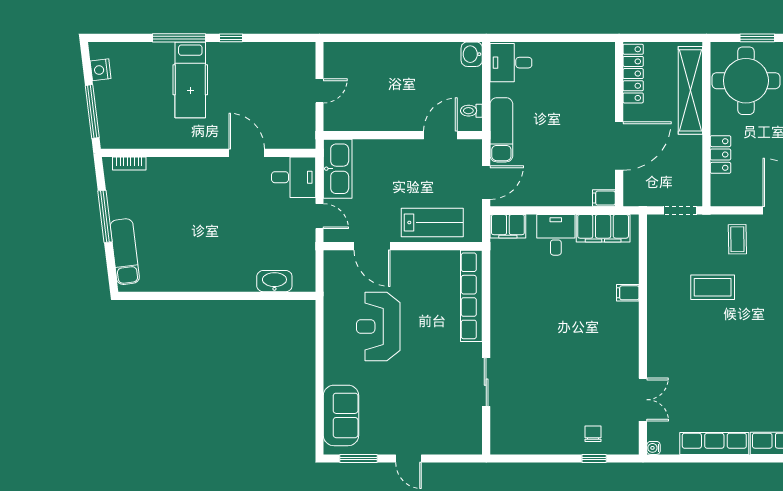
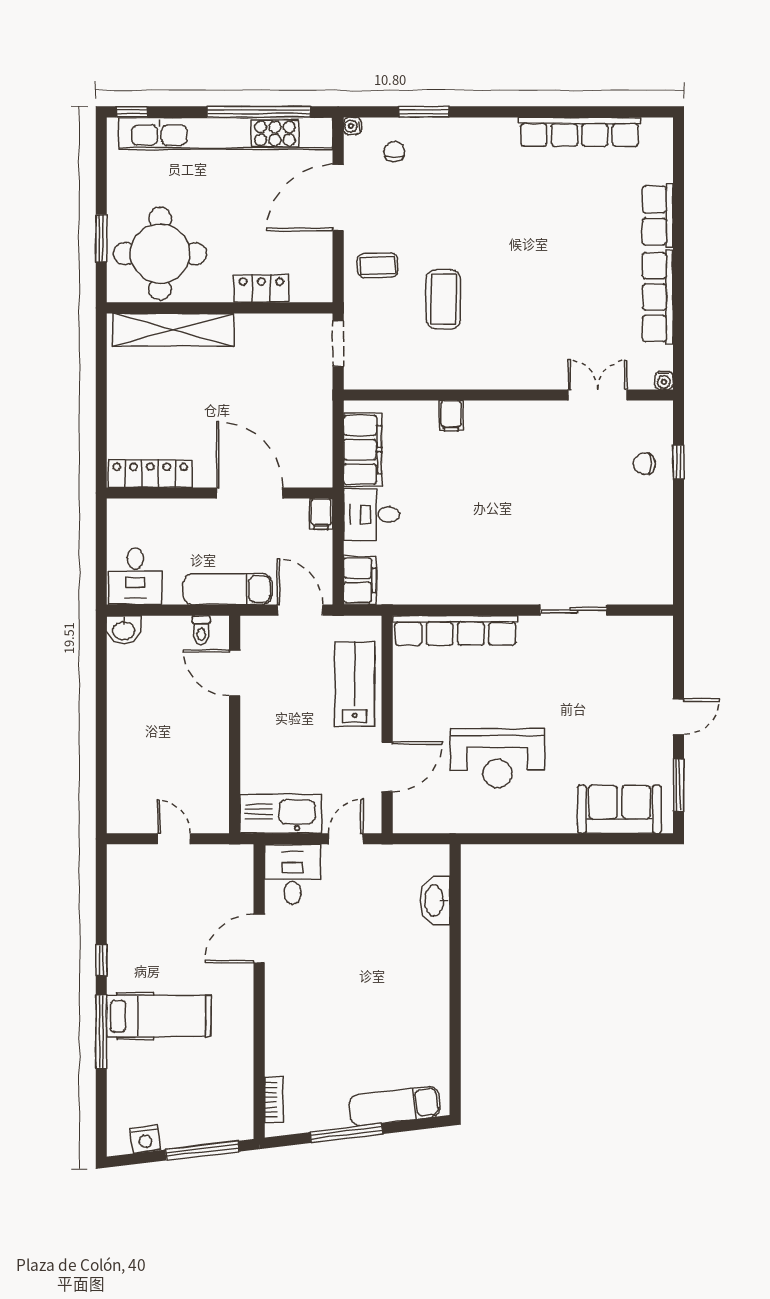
locker: (633, 74) -> (150, 474), moved
wall: (619, 124) -> (220, 493), moved
door: (619, 146) -> (250, 493), moved
filing cabinet: (604, 198) -> (321, 514), moved

